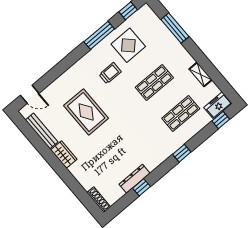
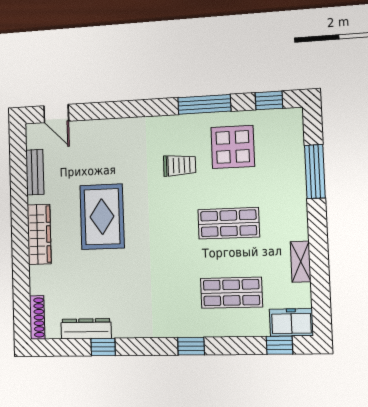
rug: (86, 112) -> (102, 217), moved
bench: (42, 131) -> (35, 172), width x0.73
wardrobe: (64, 155) -> (39, 234), width x1.50
dresser: (135, 179) -> (86, 329), moved

